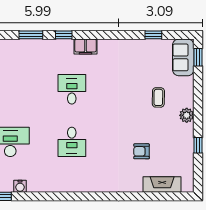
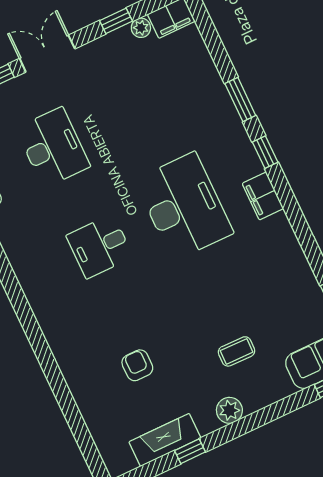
desk: (72, 89) -> (184, 206), width x1.87, depth x1.30
fireplace: (162, 185) -> (165, 440), moved, turned -90

